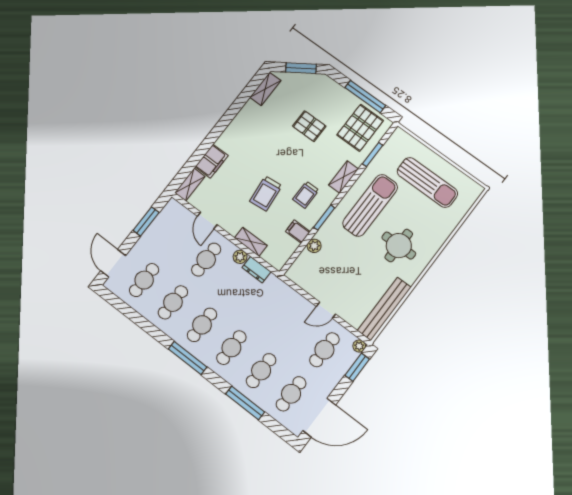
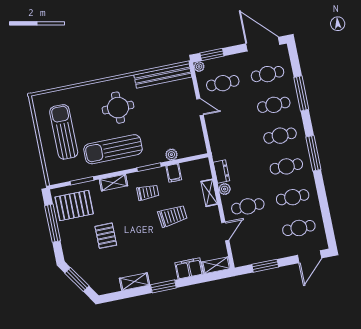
shelving: (265, 89) -> (134, 282), moved
window: (220, 127) -> (163, 286), added

